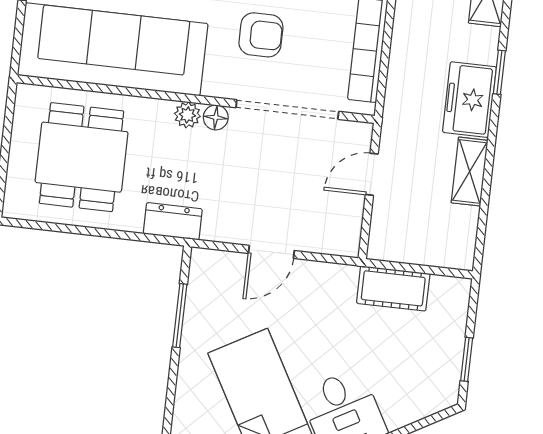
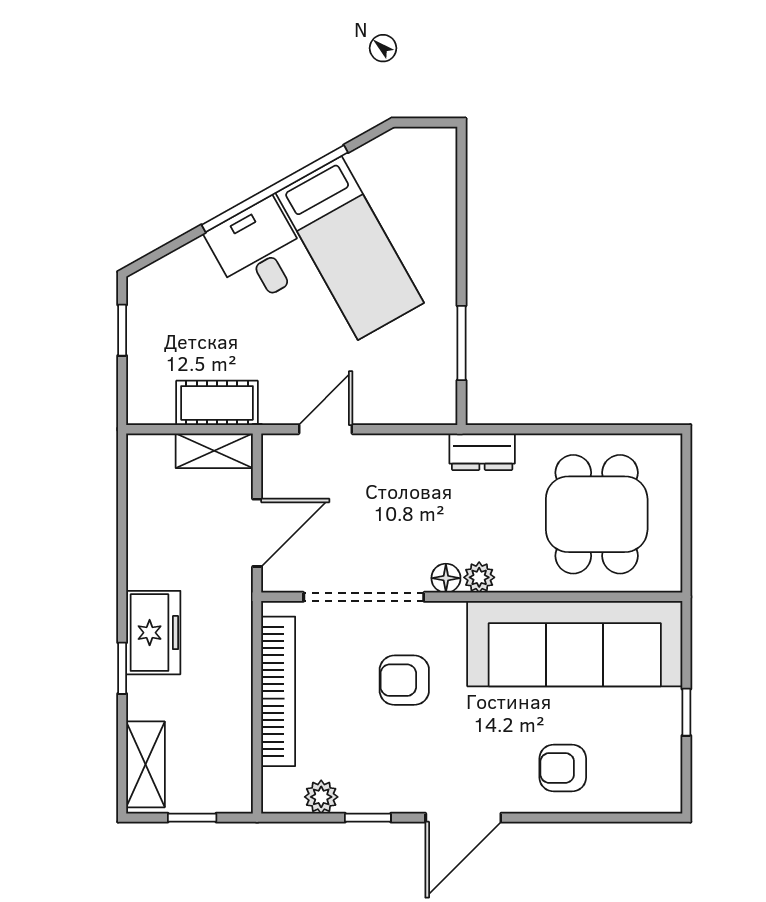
shelving: (470, 172) -> (214, 451), moved, turned 90
door: (372, 174) -> (257, 533), width x1.37
door: (271, 252) -> (326, 429), moved

